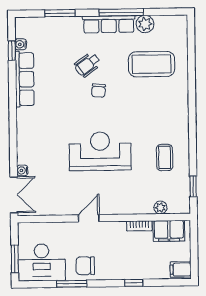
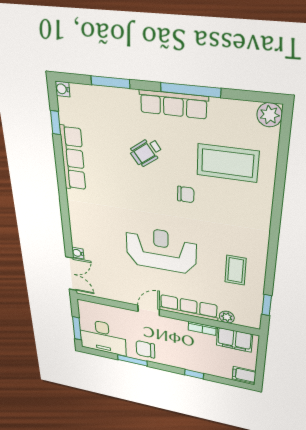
plant: (145, 24) -> (270, 115), moved
water cooler: (21, 44) -> (62, 89), moved
chair: (99, 91) -> (186, 194), moved, turned -95
row of seats: (126, 206) -> (189, 308), added

